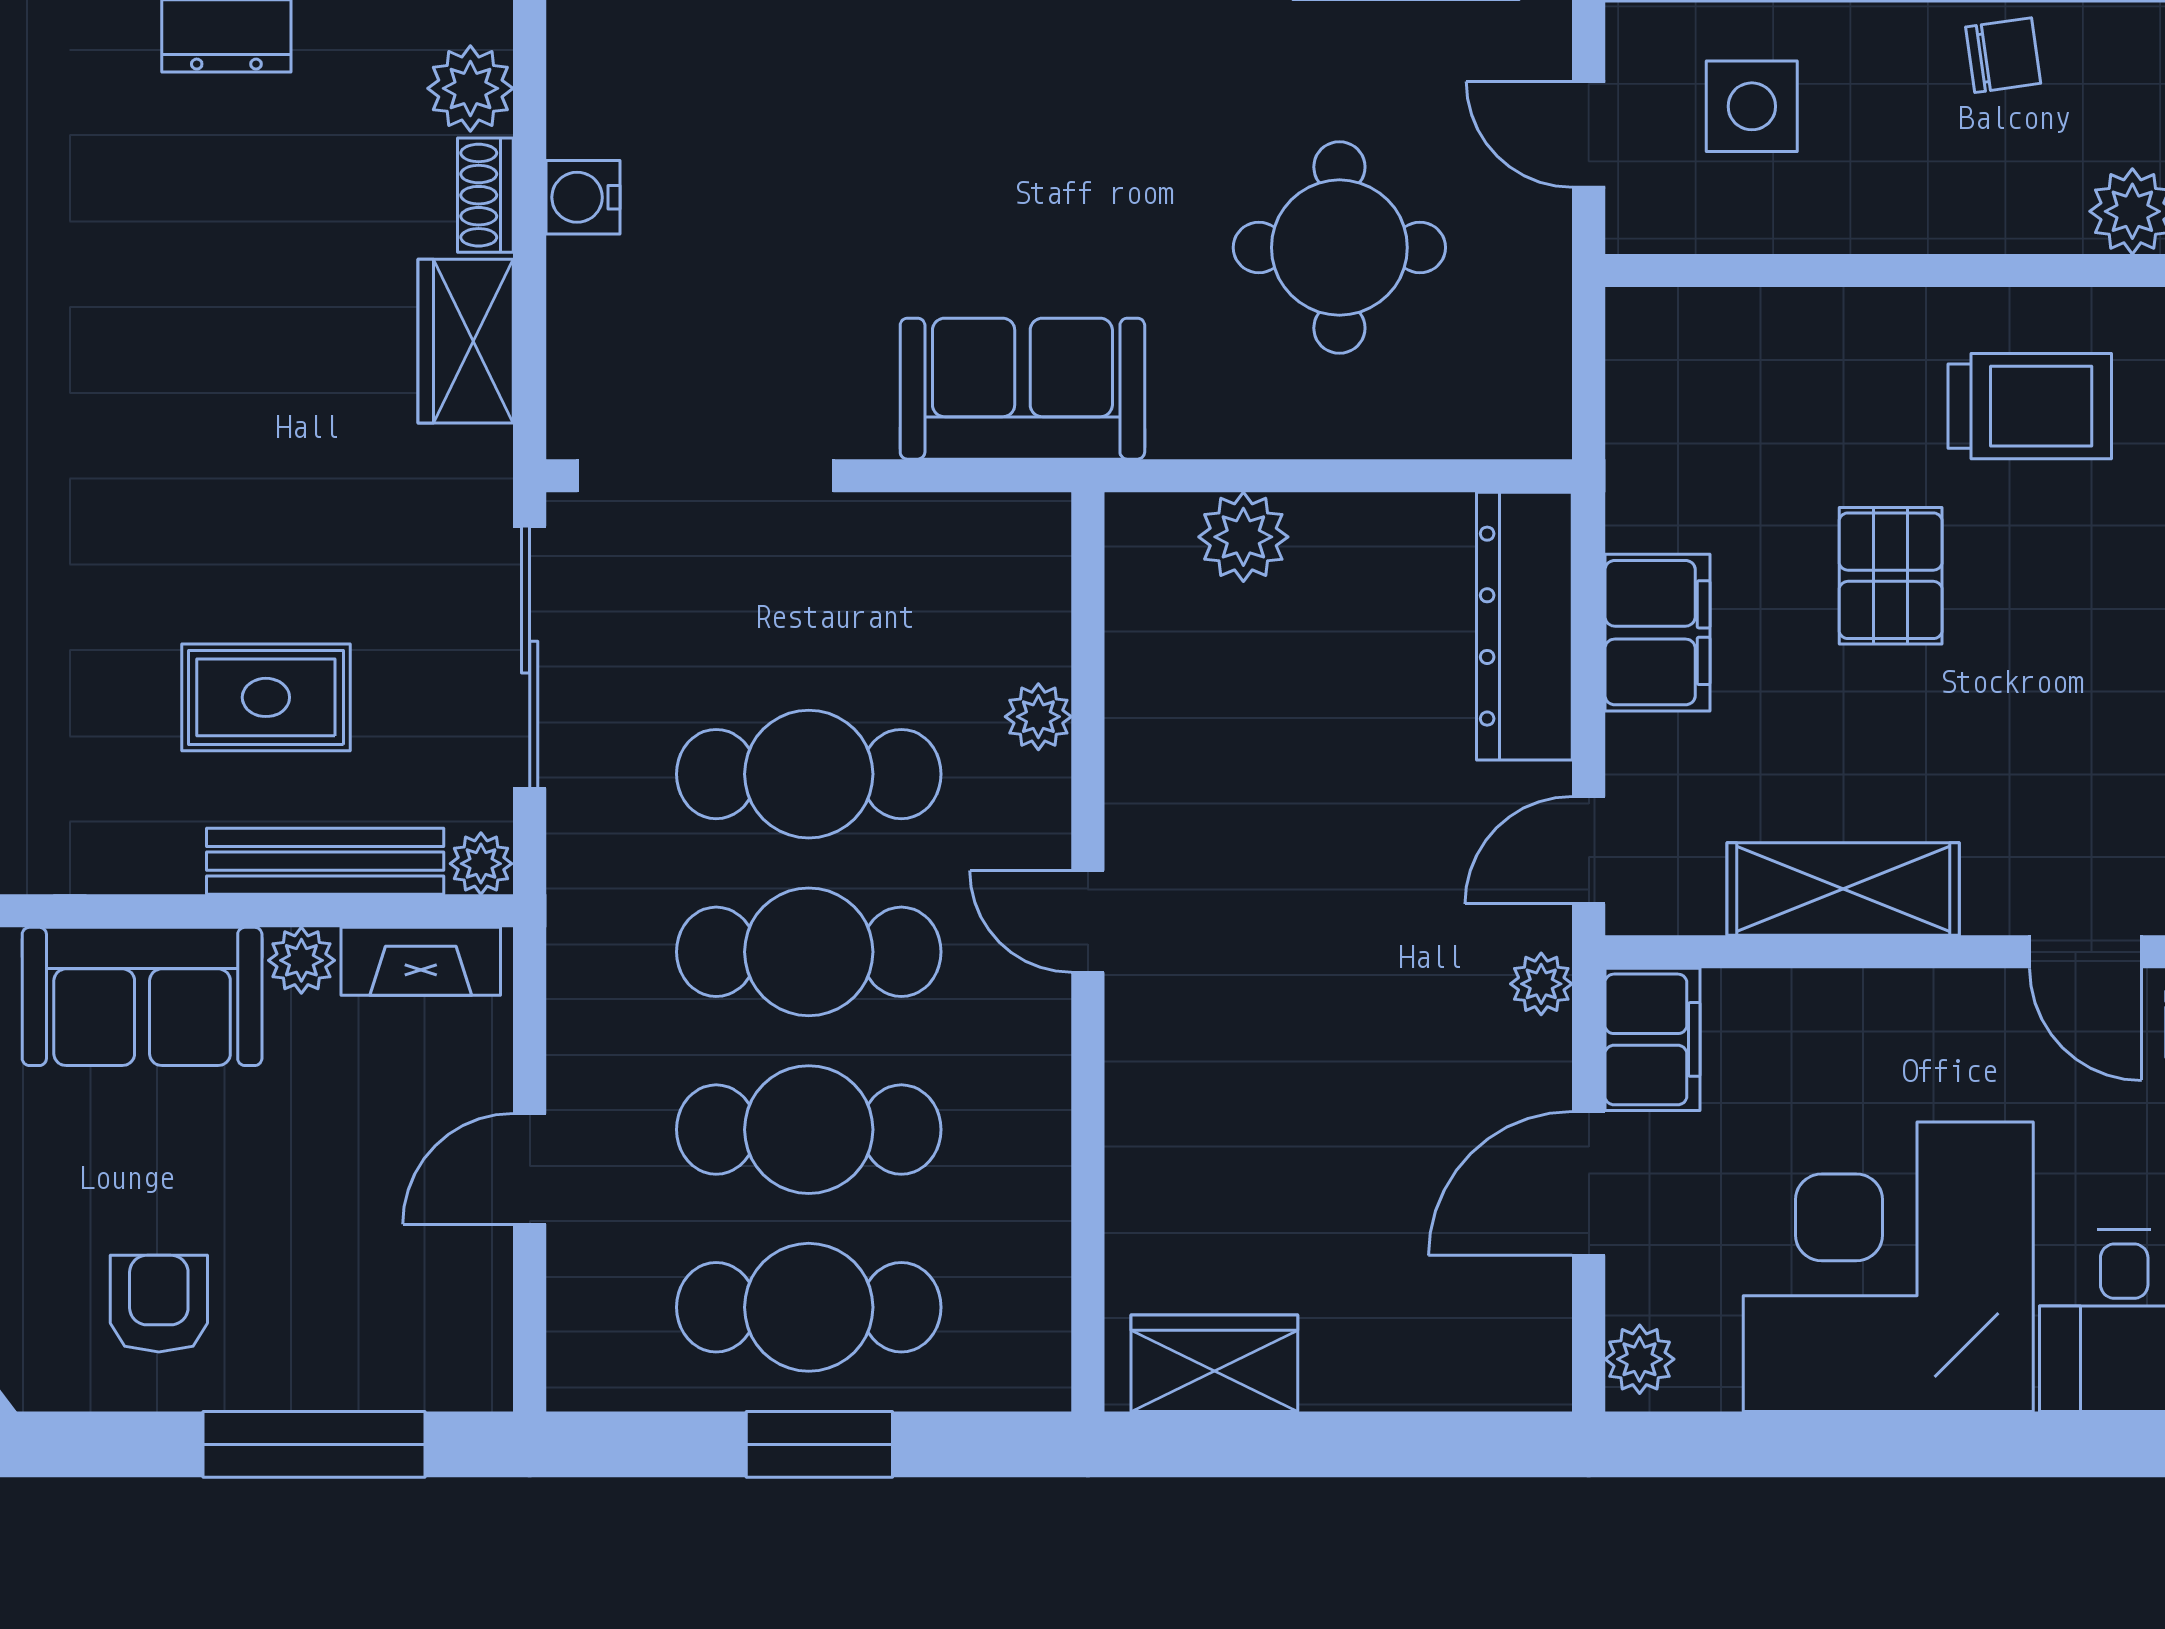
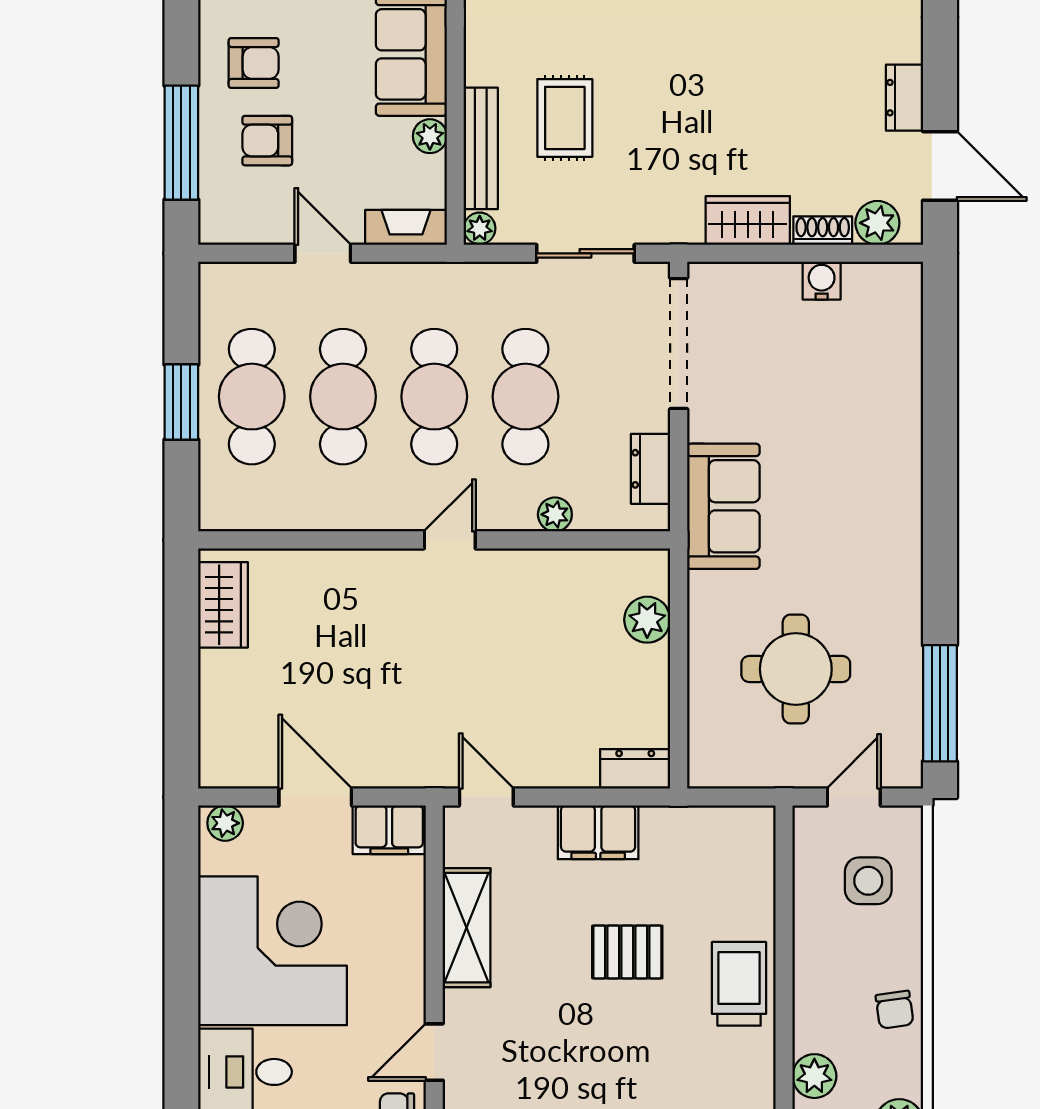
trolley: (2030, 406) -> (739, 984), moved, turned 180
dresser: (949, 530) -> (651, 469), added
dresser: (1524, 626) -> (635, 769), width x0.51, depth x0.80
sliding door: (530, 657) -> (585, 253), width x0.73
fireplace: (421, 961) -> (406, 227), moved, turned 90
plant: (1541, 984) -> (418, 773), removed
armchair: (310, 1277) -> (267, 141), added

